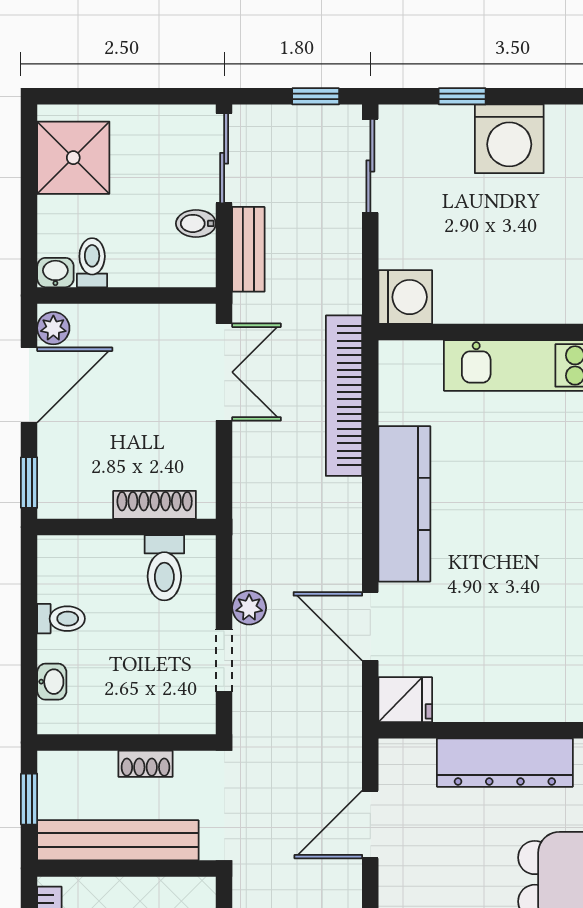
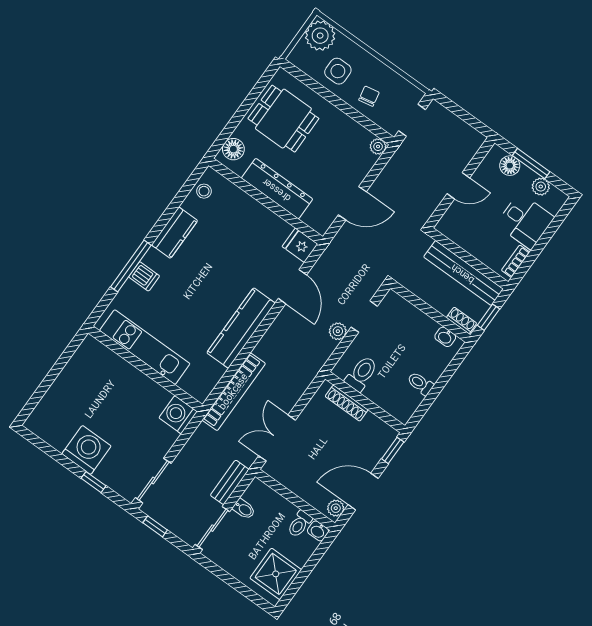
washbasin: (52, 682) -> (445, 337), moved, turned -90
shoe rack: (146, 764) -> (462, 320), moved

